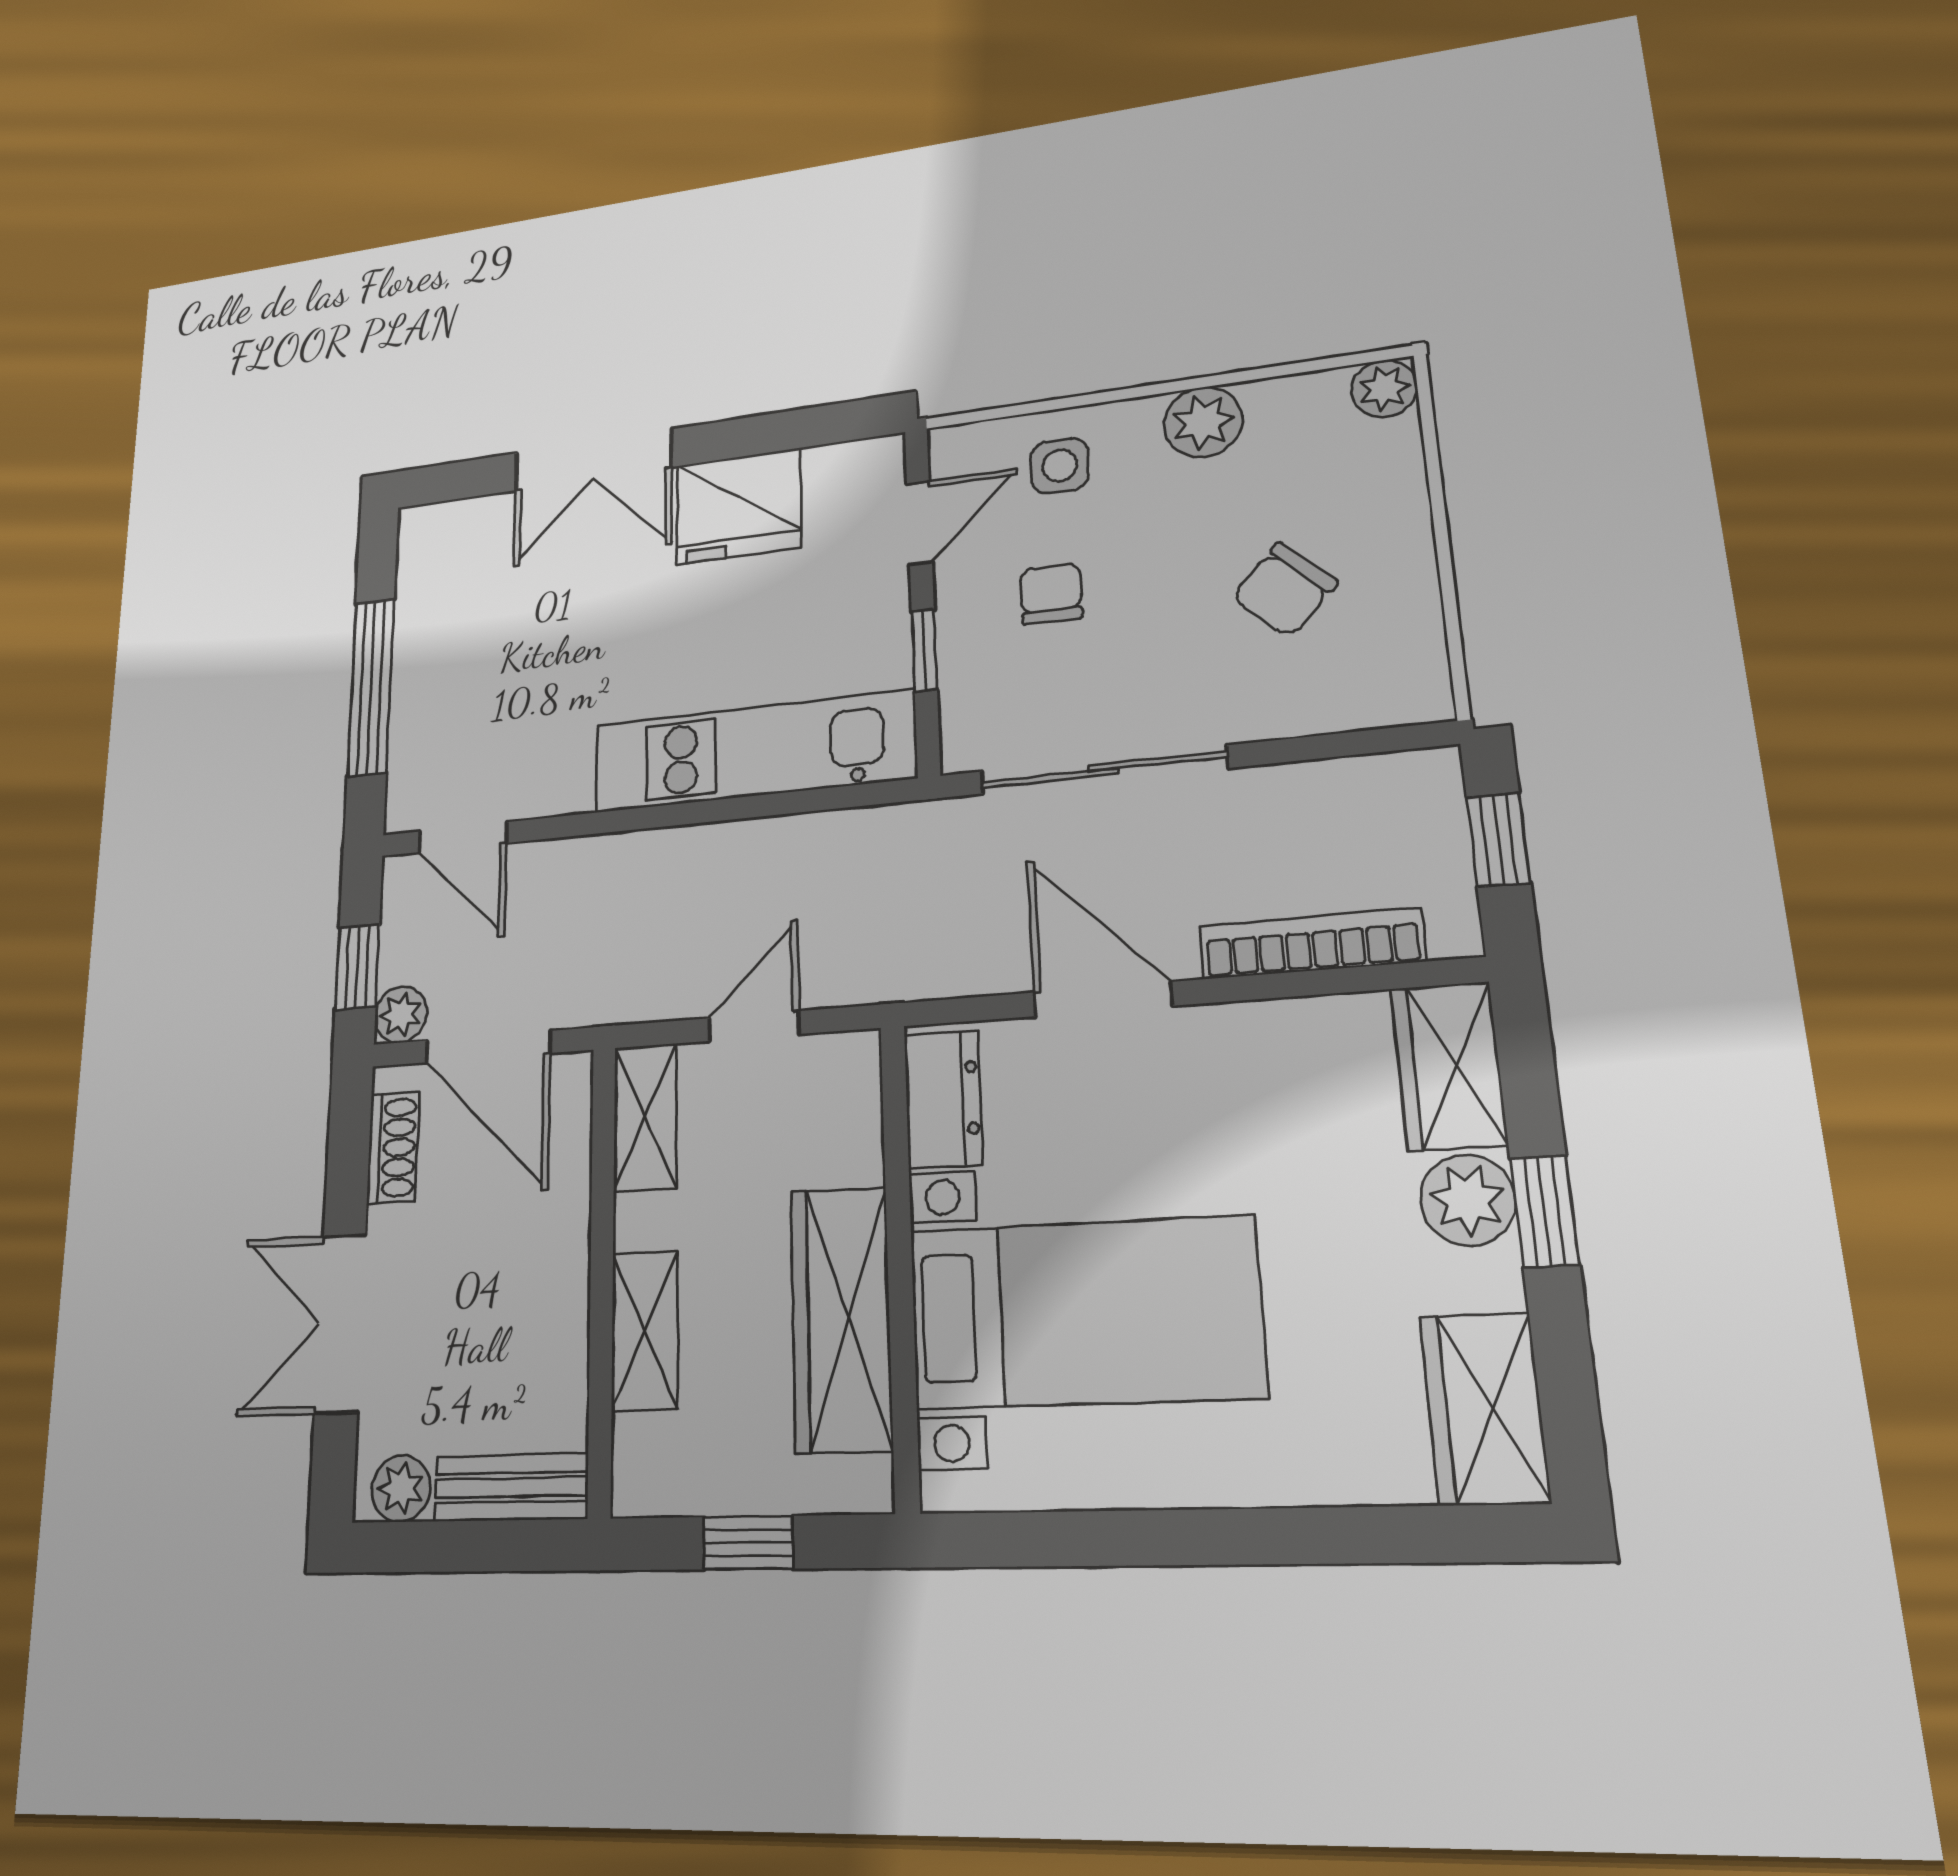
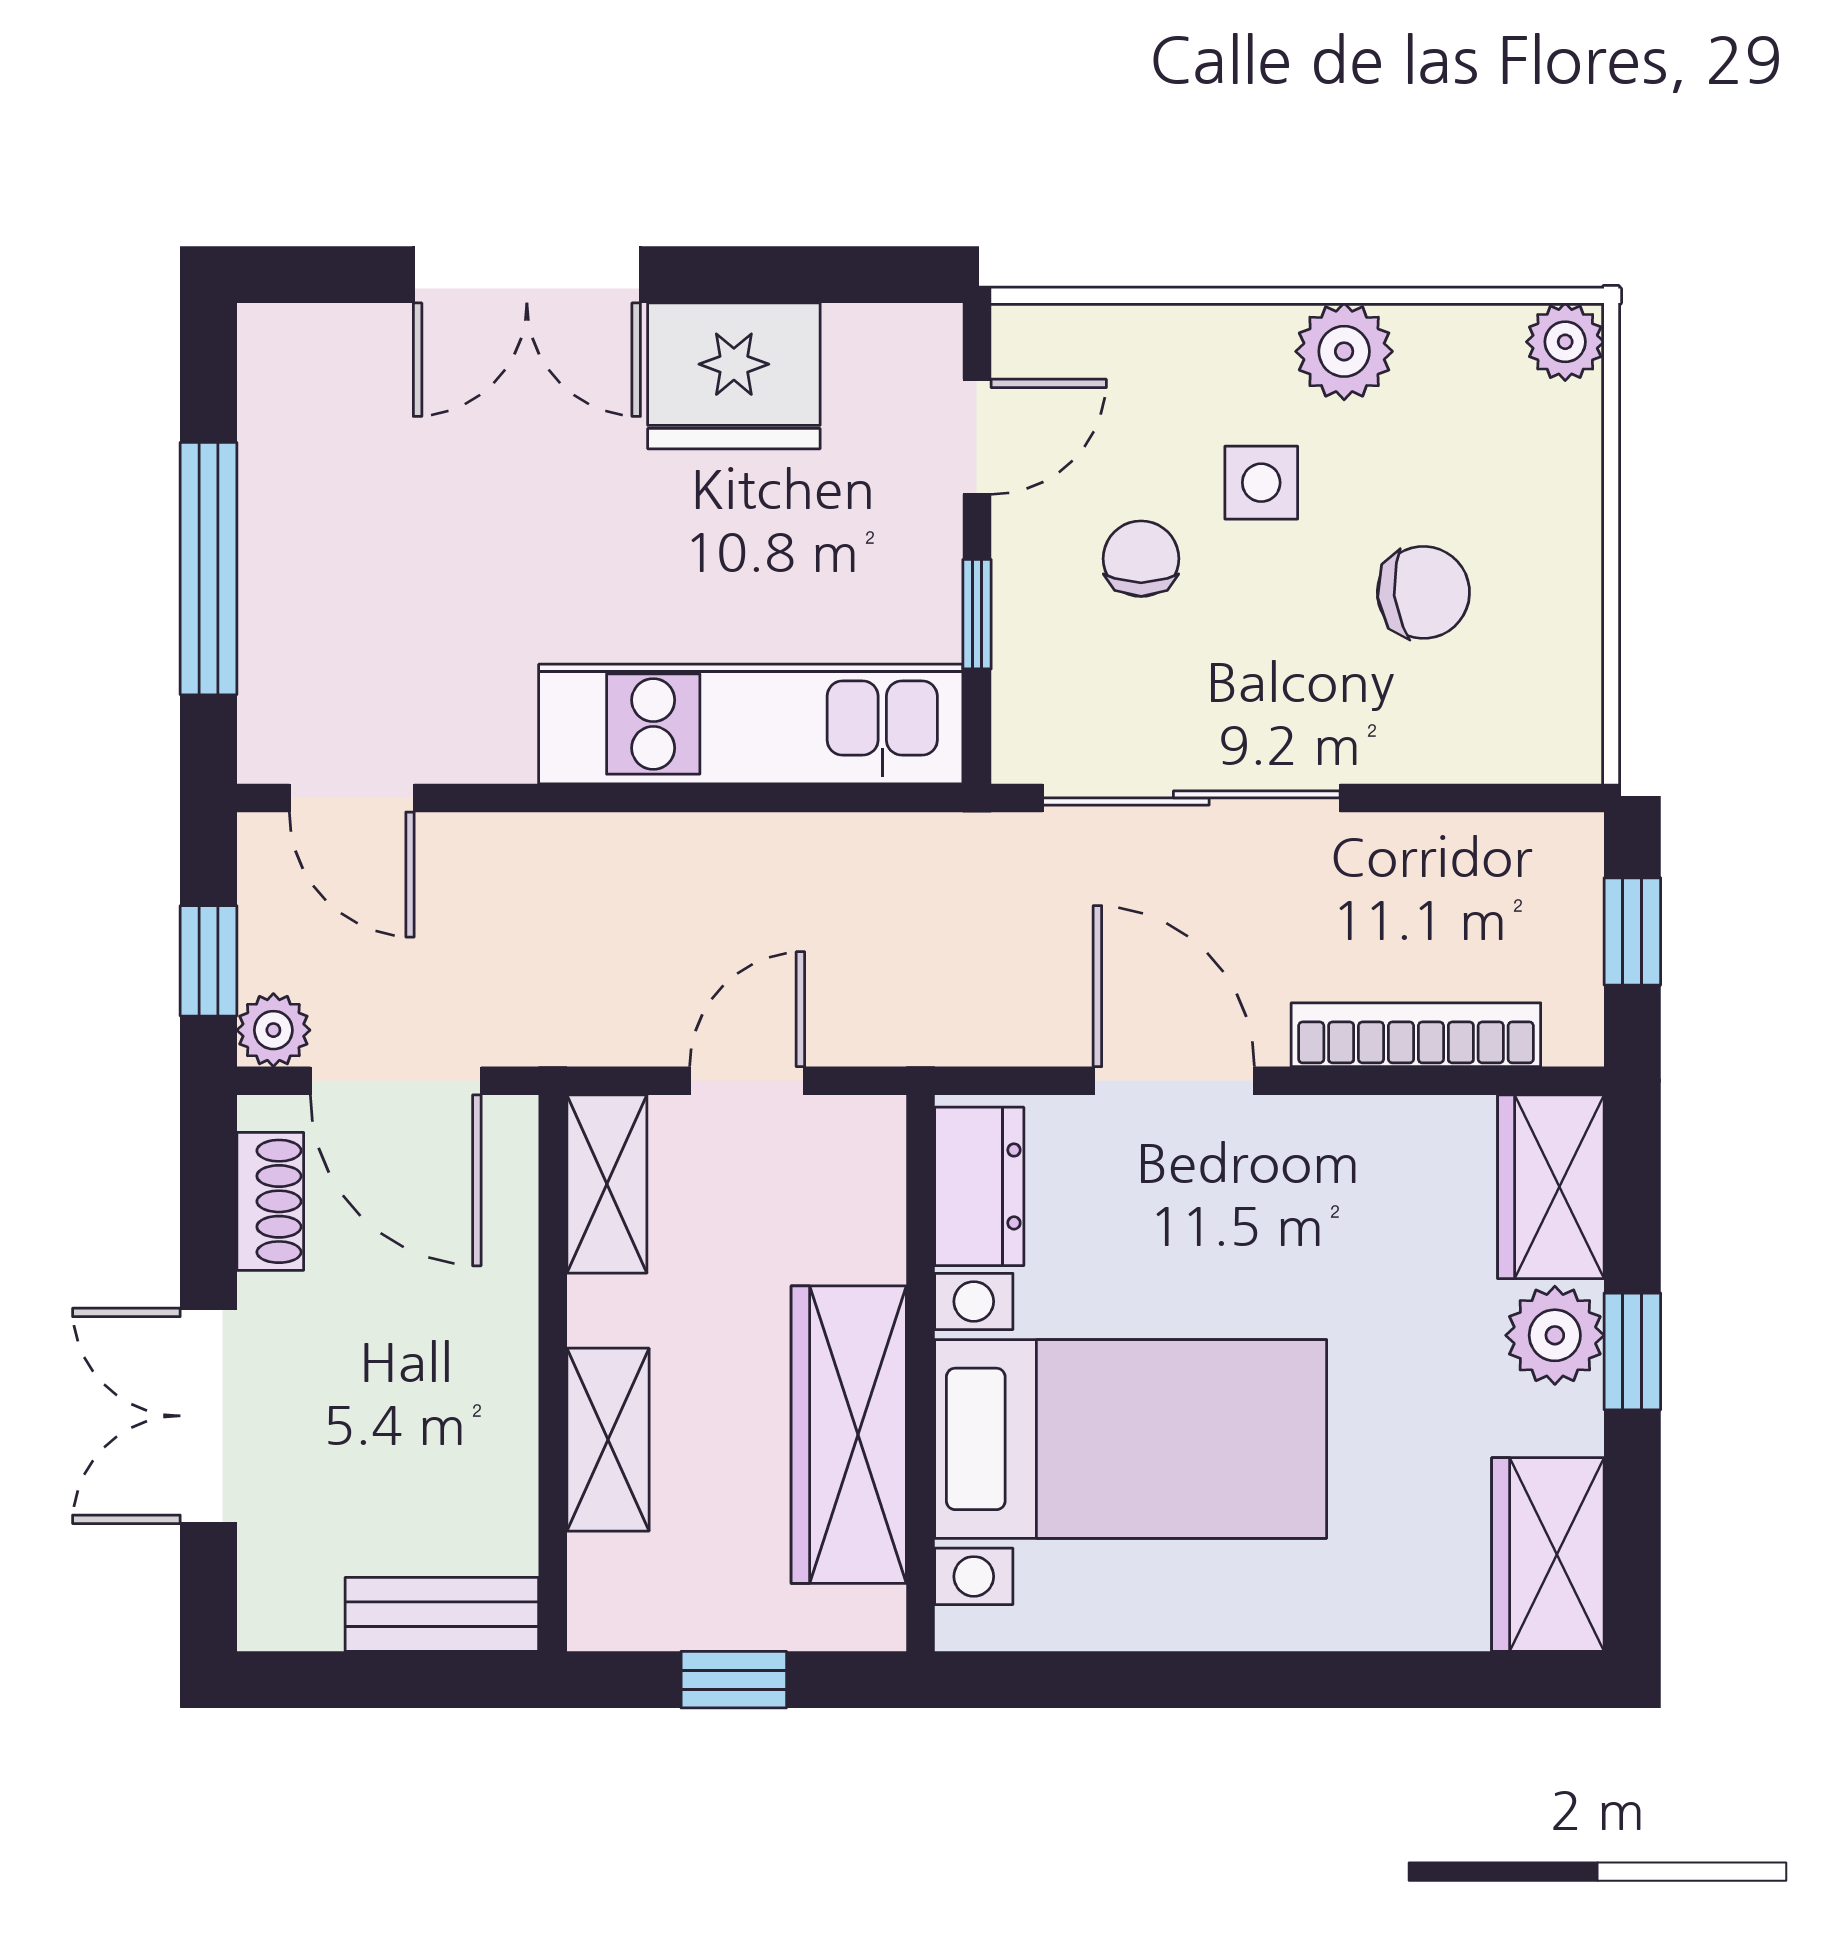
side table: (1060, 466) -> (1261, 483), moved
chair: (1284, 590) -> (1423, 592), turned -140
plant: (401, 1489) -> (299, 1613), removed

